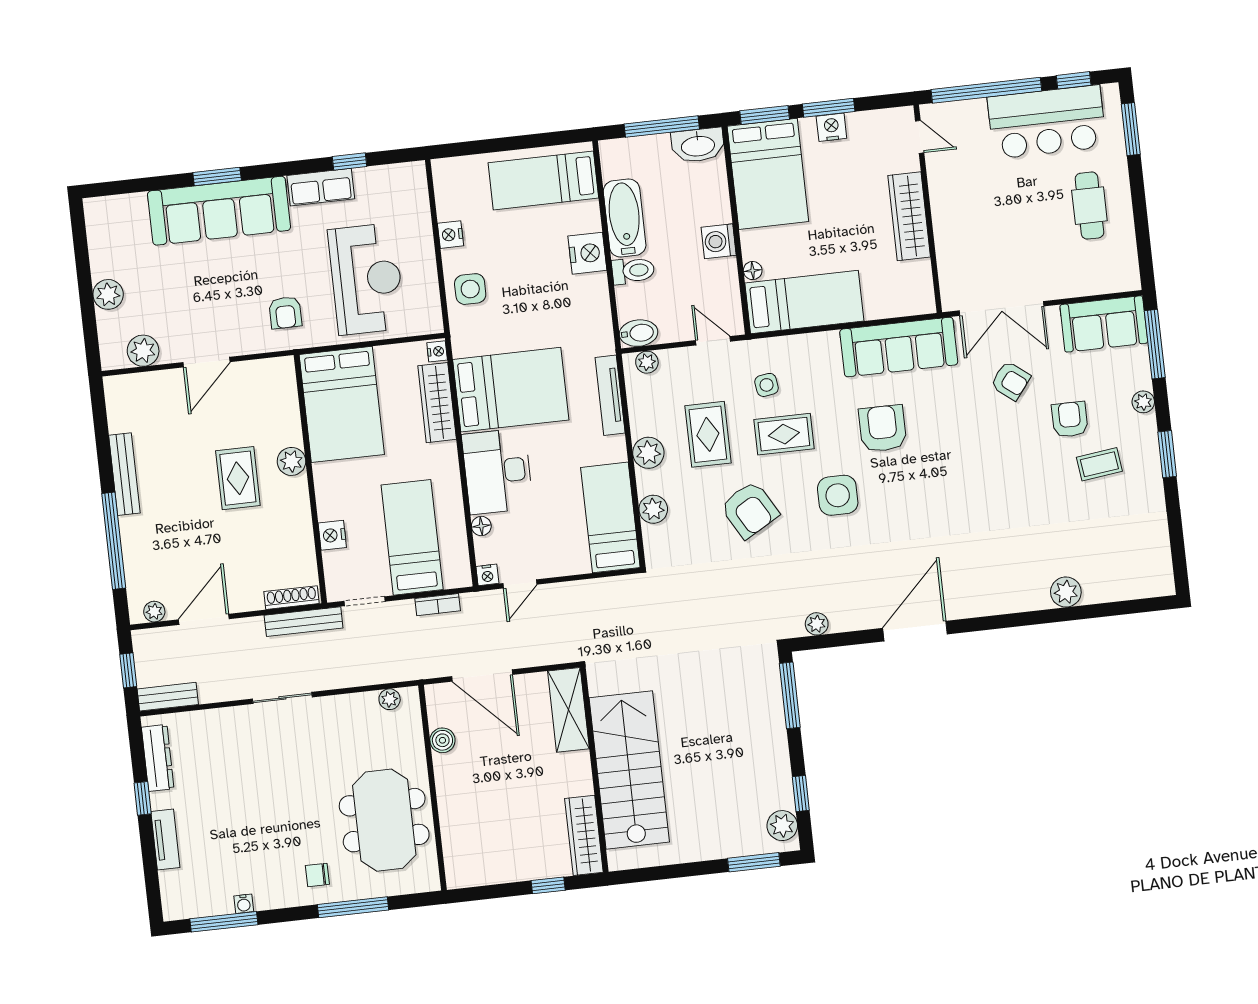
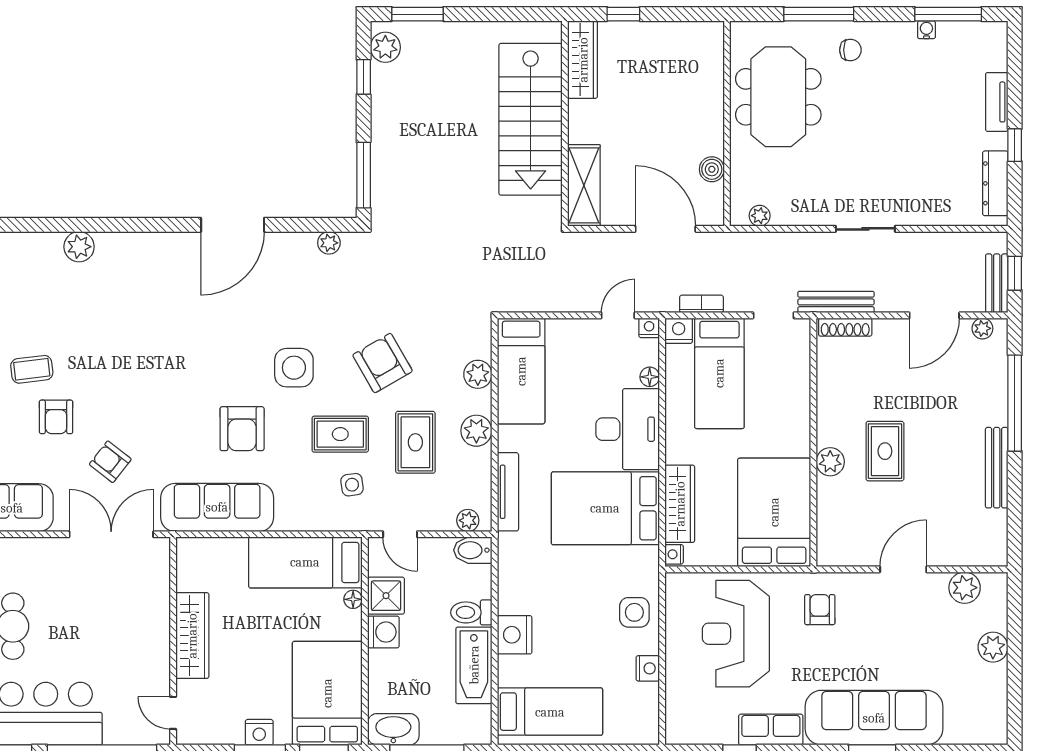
shower: (720, 278) -> (386, 596), added
nightstand: (332, 535) -> (679, 331), moved, turned -90
bench: (168, 697) -> (997, 283), moved, turned 90

